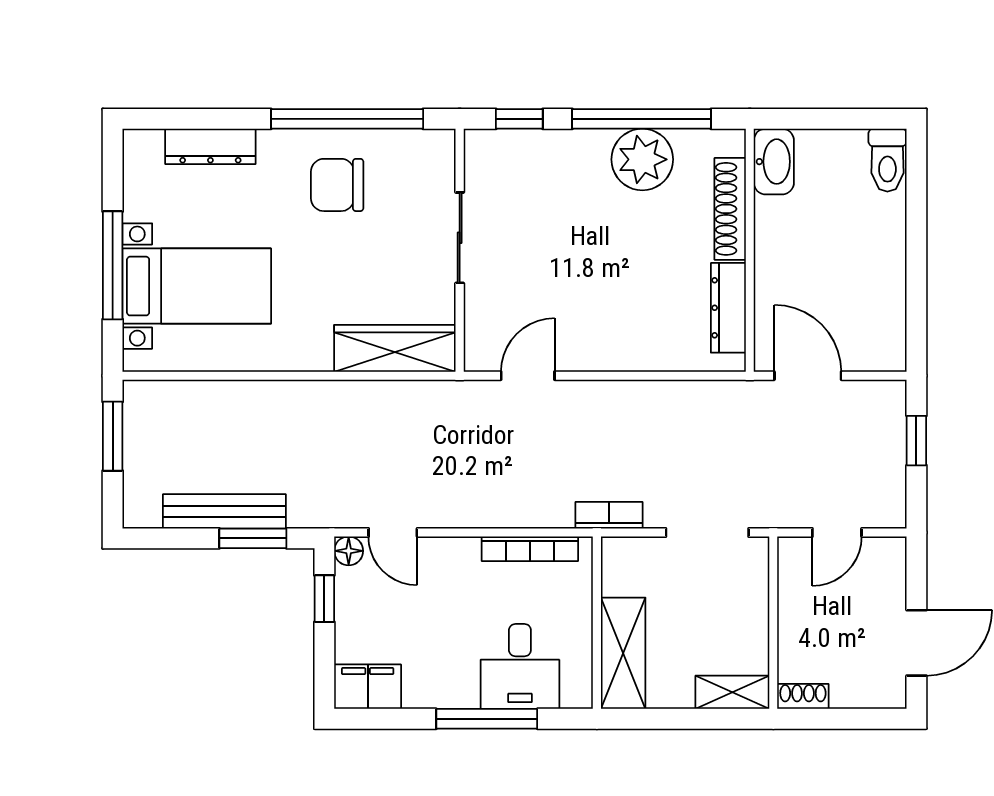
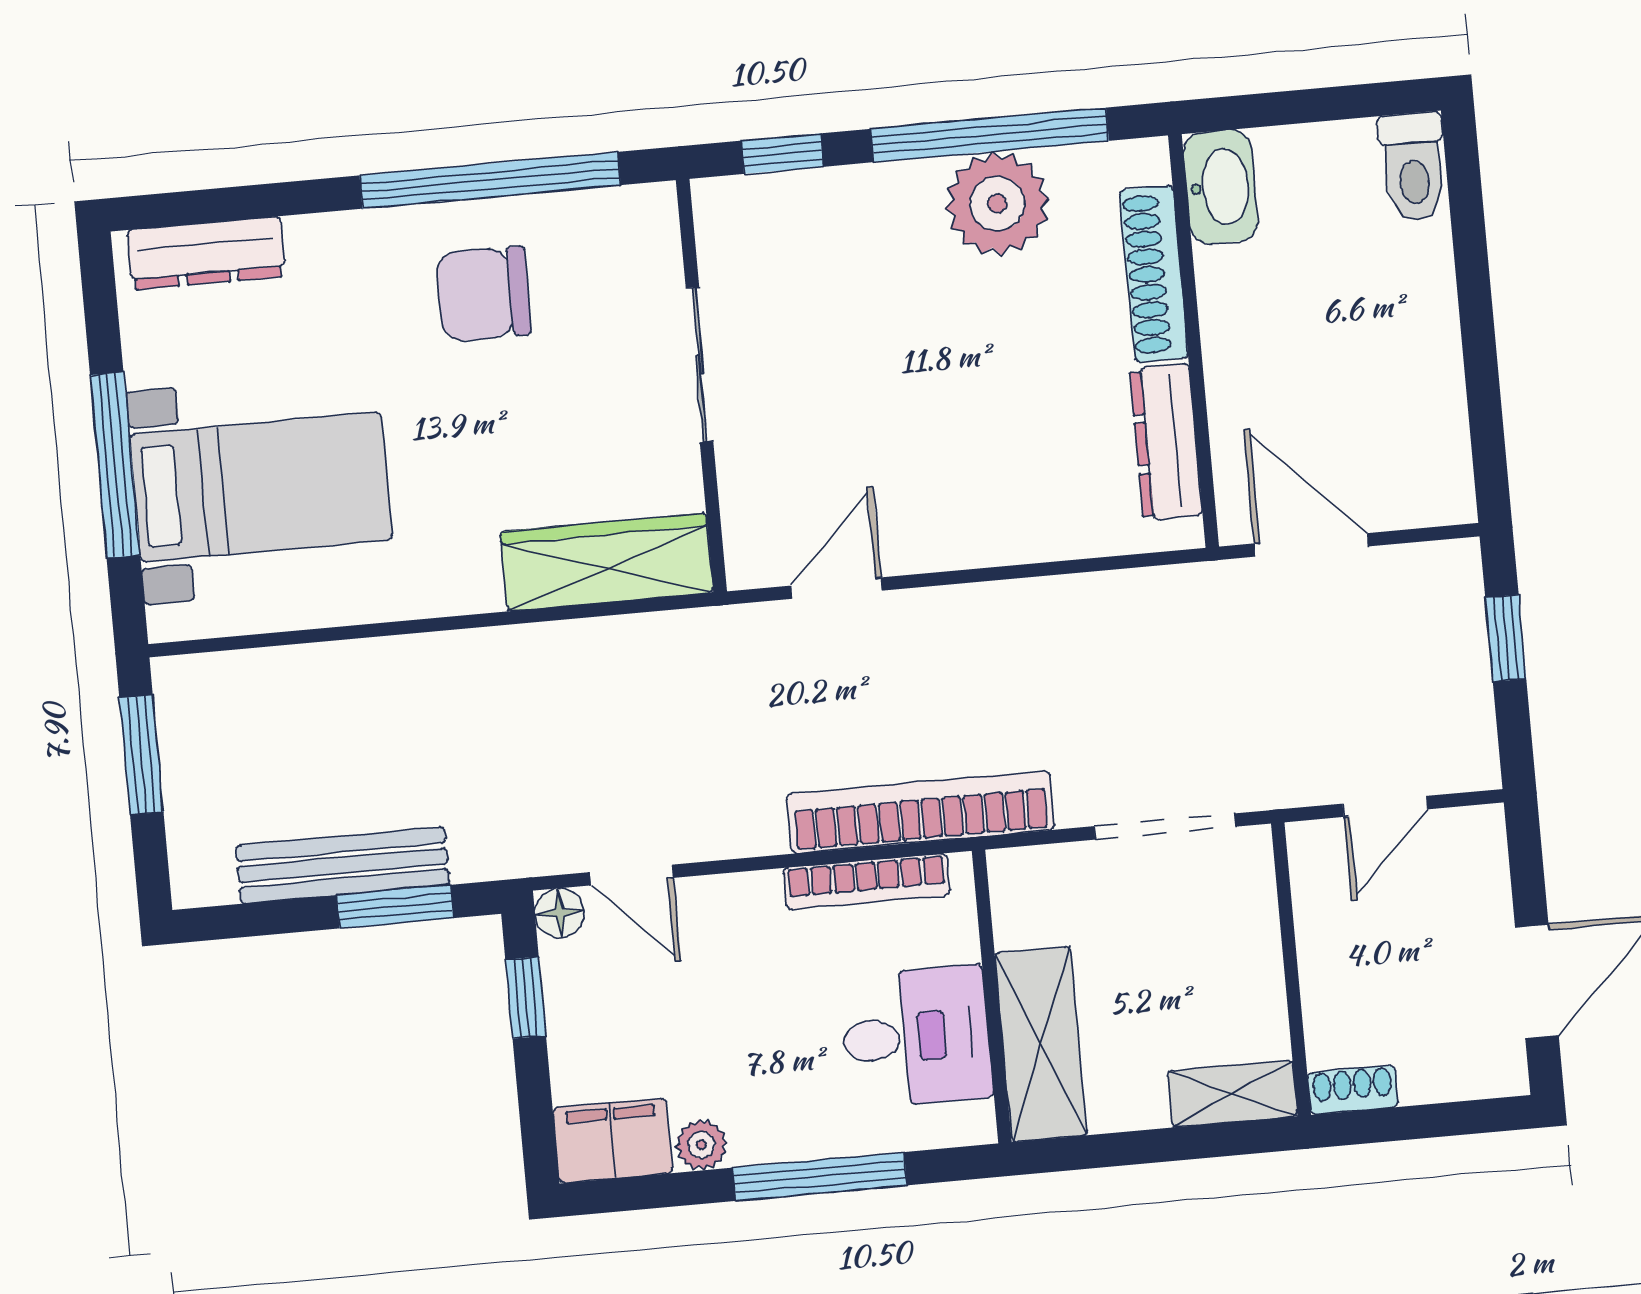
dresser: (210, 146) -> (206, 253), moved
bookcase: (609, 515) -> (920, 812), width x2.31, depth x1.31
desk: (520, 666) -> (916, 1037), moved, turned -90
plant: (419, 694) -> (701, 1145), added

